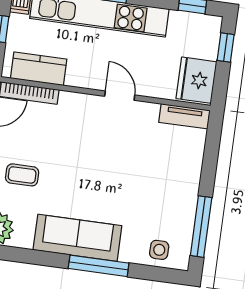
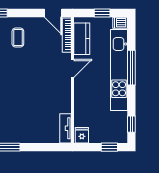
fridge: (196, 80) -> (82, 135), width x0.53, depth x0.75
door: (120, 96) -> (72, 68), moved

